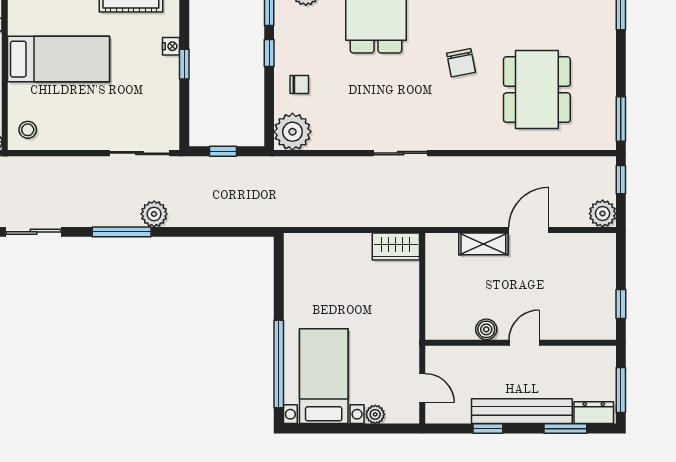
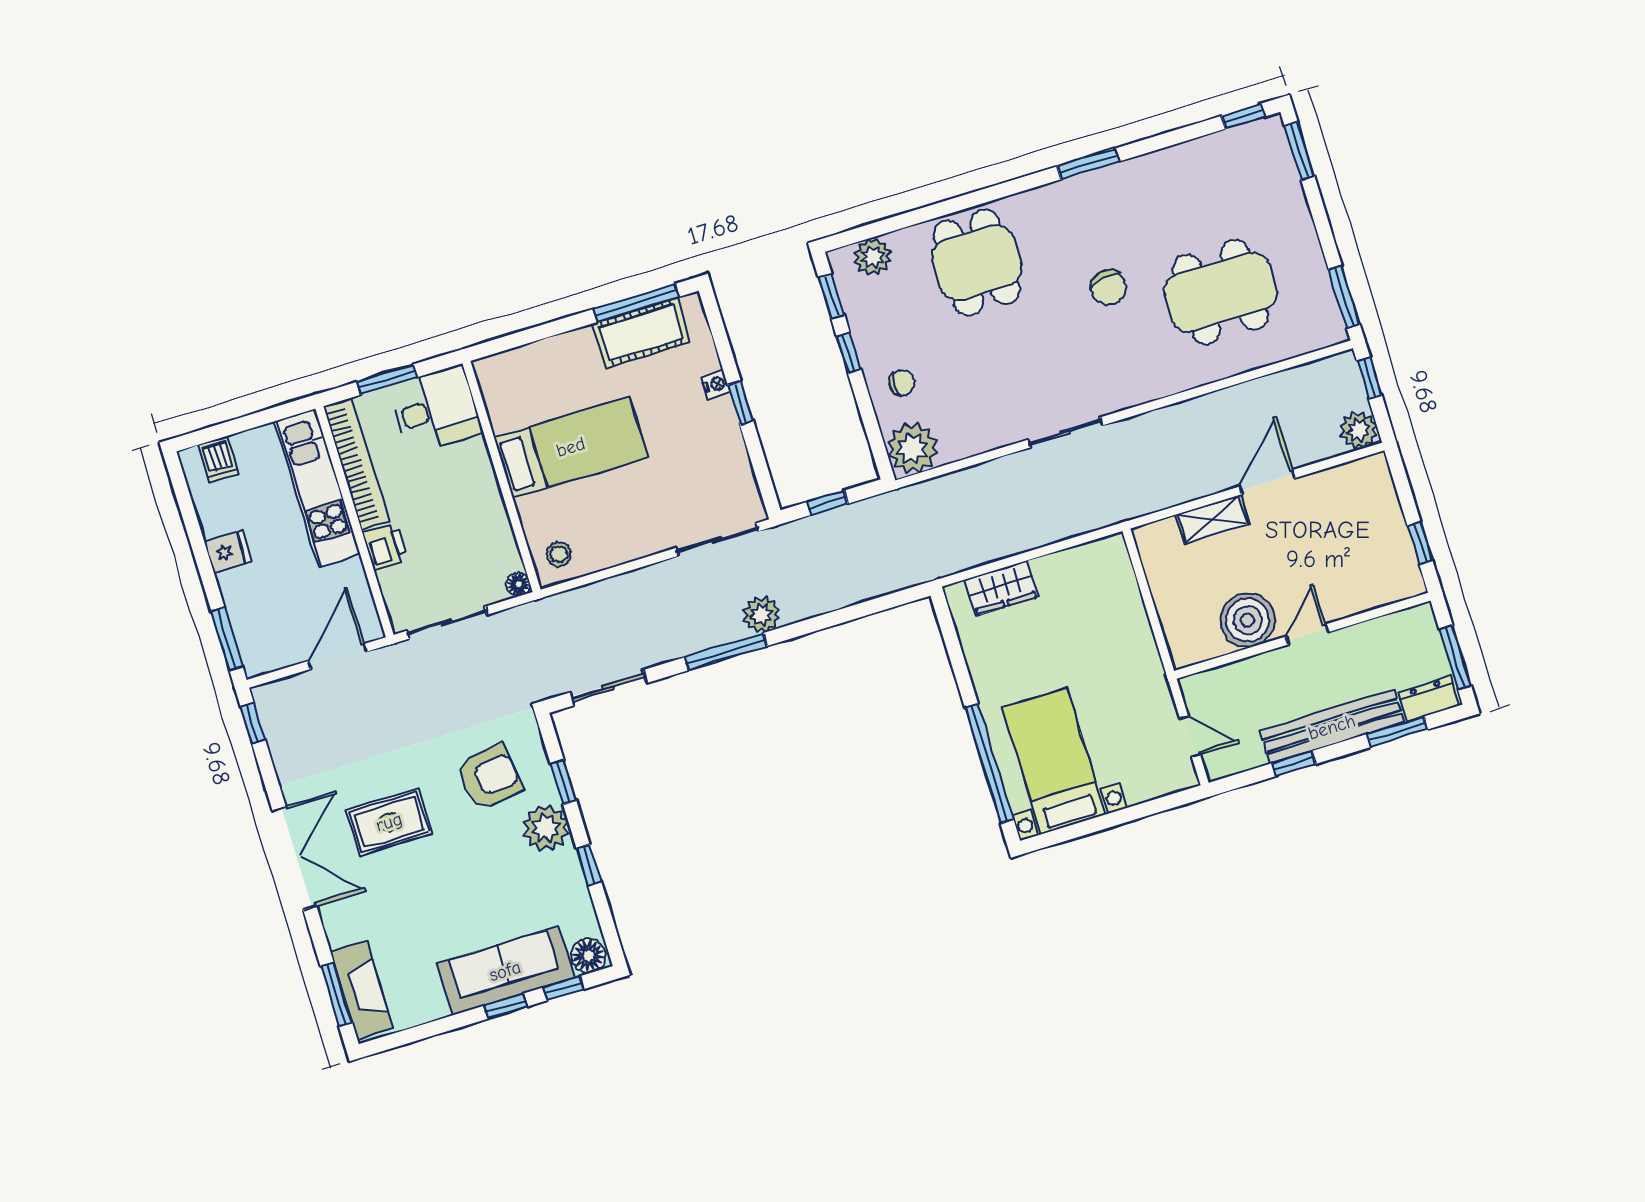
dining table: (537, 90) -> (1220, 292), turned 90
wardrobe: (396, 246) -> (1001, 588), moved
boiler: (486, 329) -> (1248, 620), width x1.86, depth x1.86
plant: (375, 414) -> (1138, 791), removed

